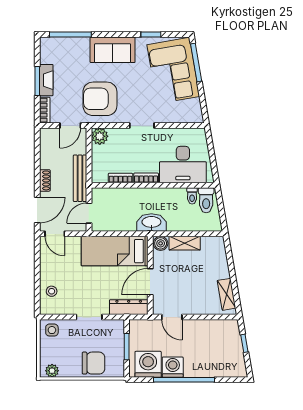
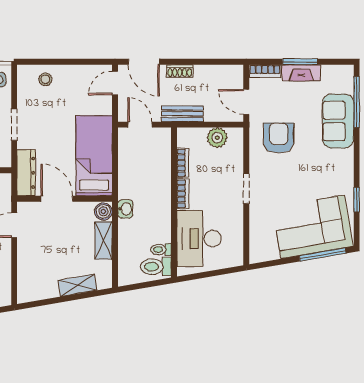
sofa: (113, 50) -> (338, 121), moved
armchair: (100, 99) -> (279, 138), width x0.73, depth x0.73
plant: (100, 136) -> (217, 138), moved
bench: (80, 178) -> (182, 114), width x0.73
washbasin: (151, 223) -> (125, 209), width x0.52, depth x0.69
shelving: (227, 294) -> (77, 285), moved

